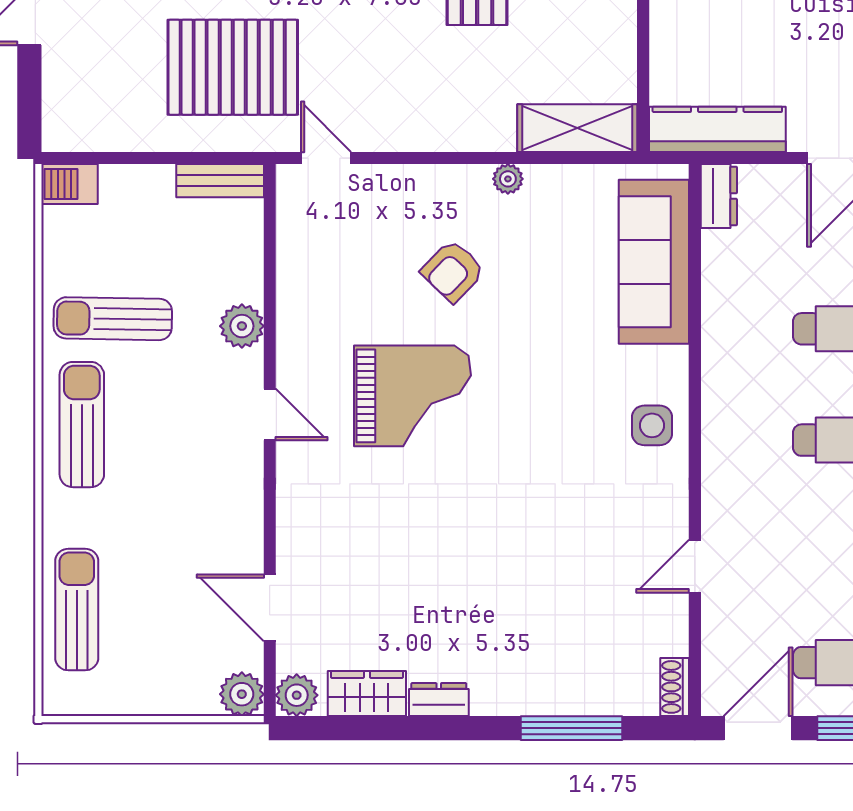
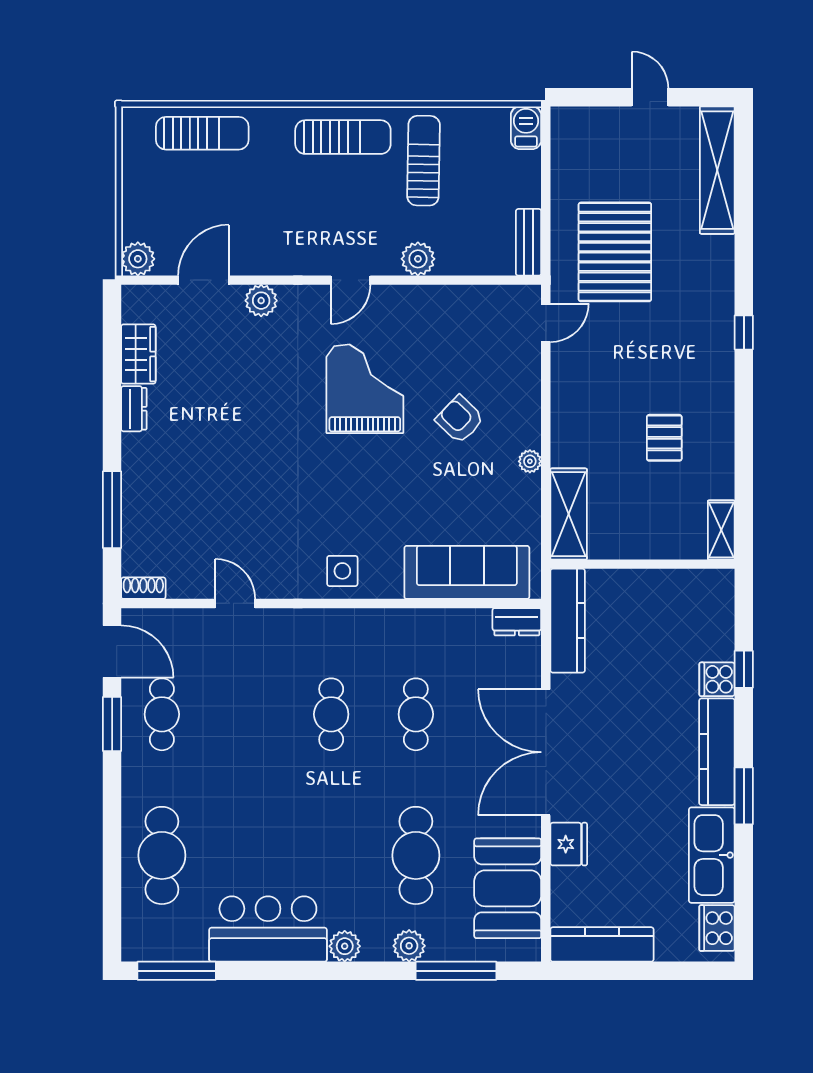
grand piano: (413, 396) -> (365, 389), turned 180
plant: (297, 695) -> (261, 301), moved

